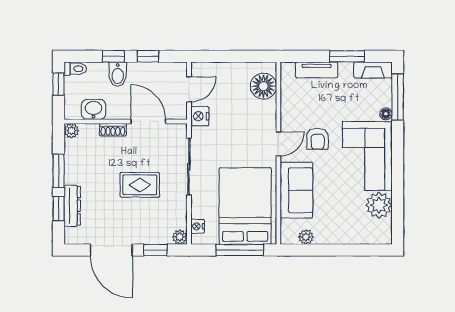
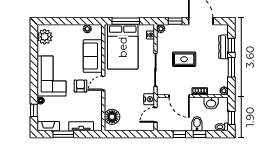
window: (398, 97) -> (34, 110), width x0.46
plant: (379, 205) -> (45, 37), moved

